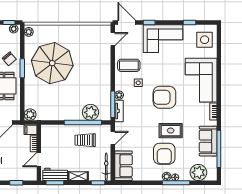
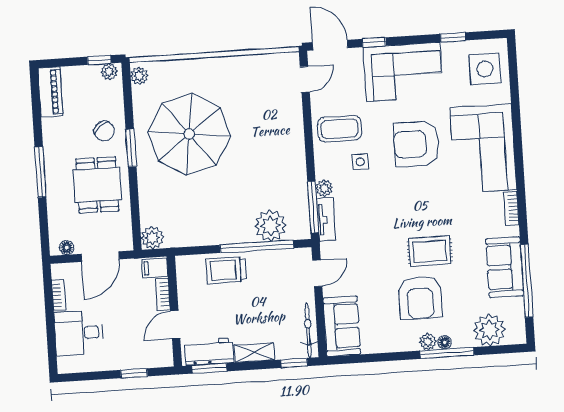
armchair: (164, 97) -> (417, 144), moved
trolley: (85, 140) -> (226, 270), moved

